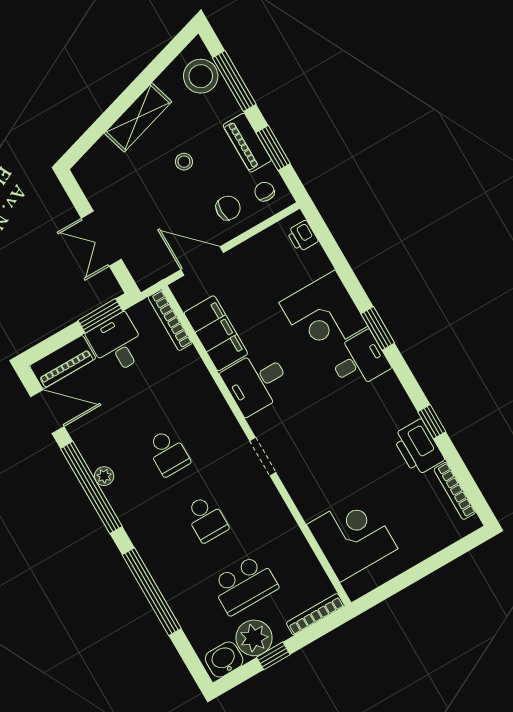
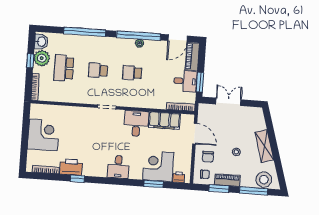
door: (202, 261) -> (195, 134), hinge flipped
corner desk: (323, 314) -> (158, 166), moved
window: (378, 328) -> (154, 184), moved
corner desk: (352, 537) -> (43, 135), moved, turned -90

